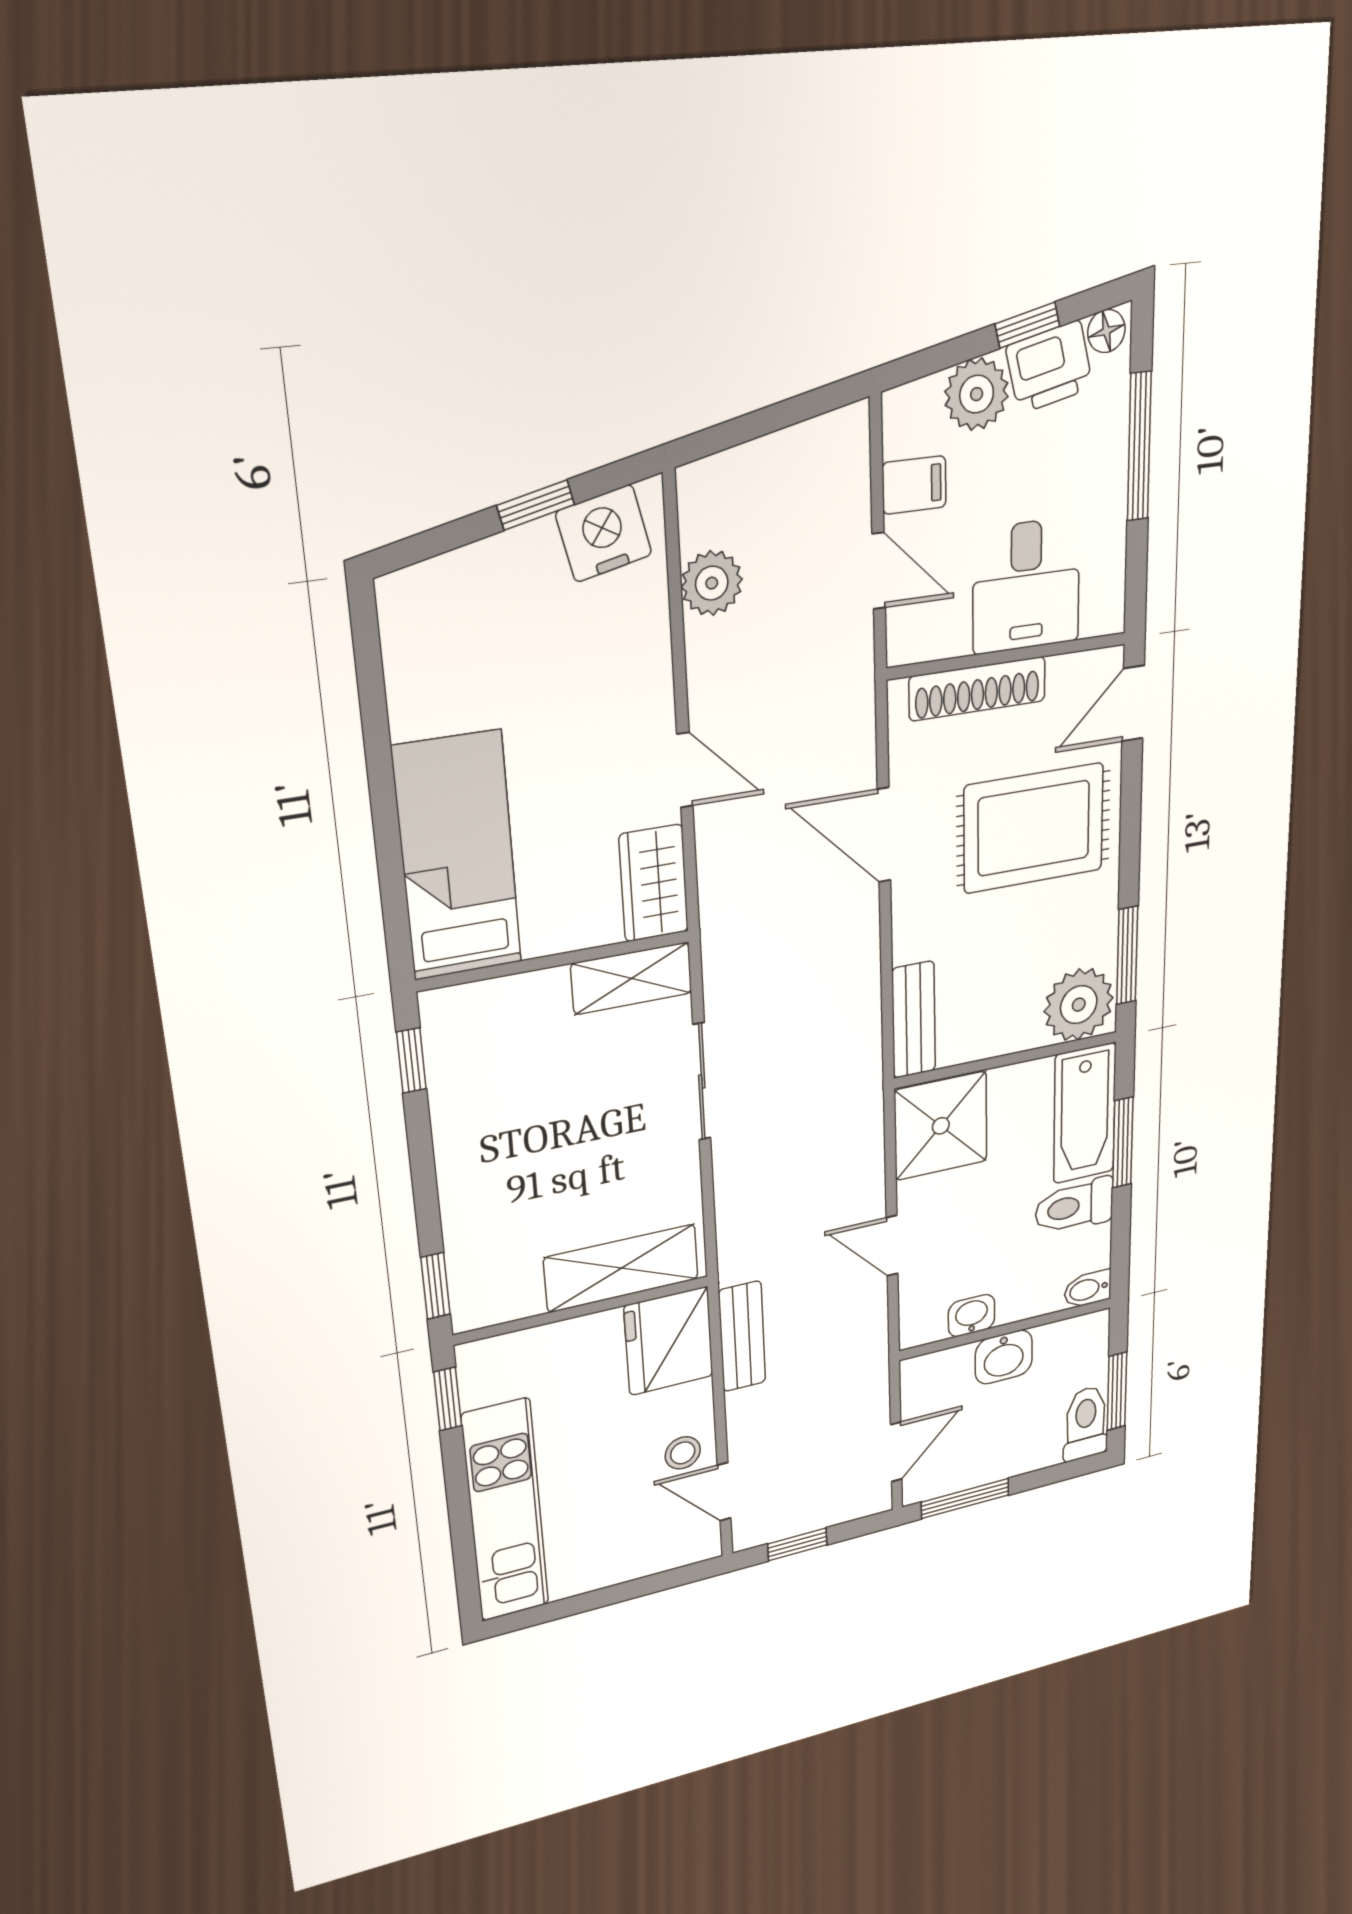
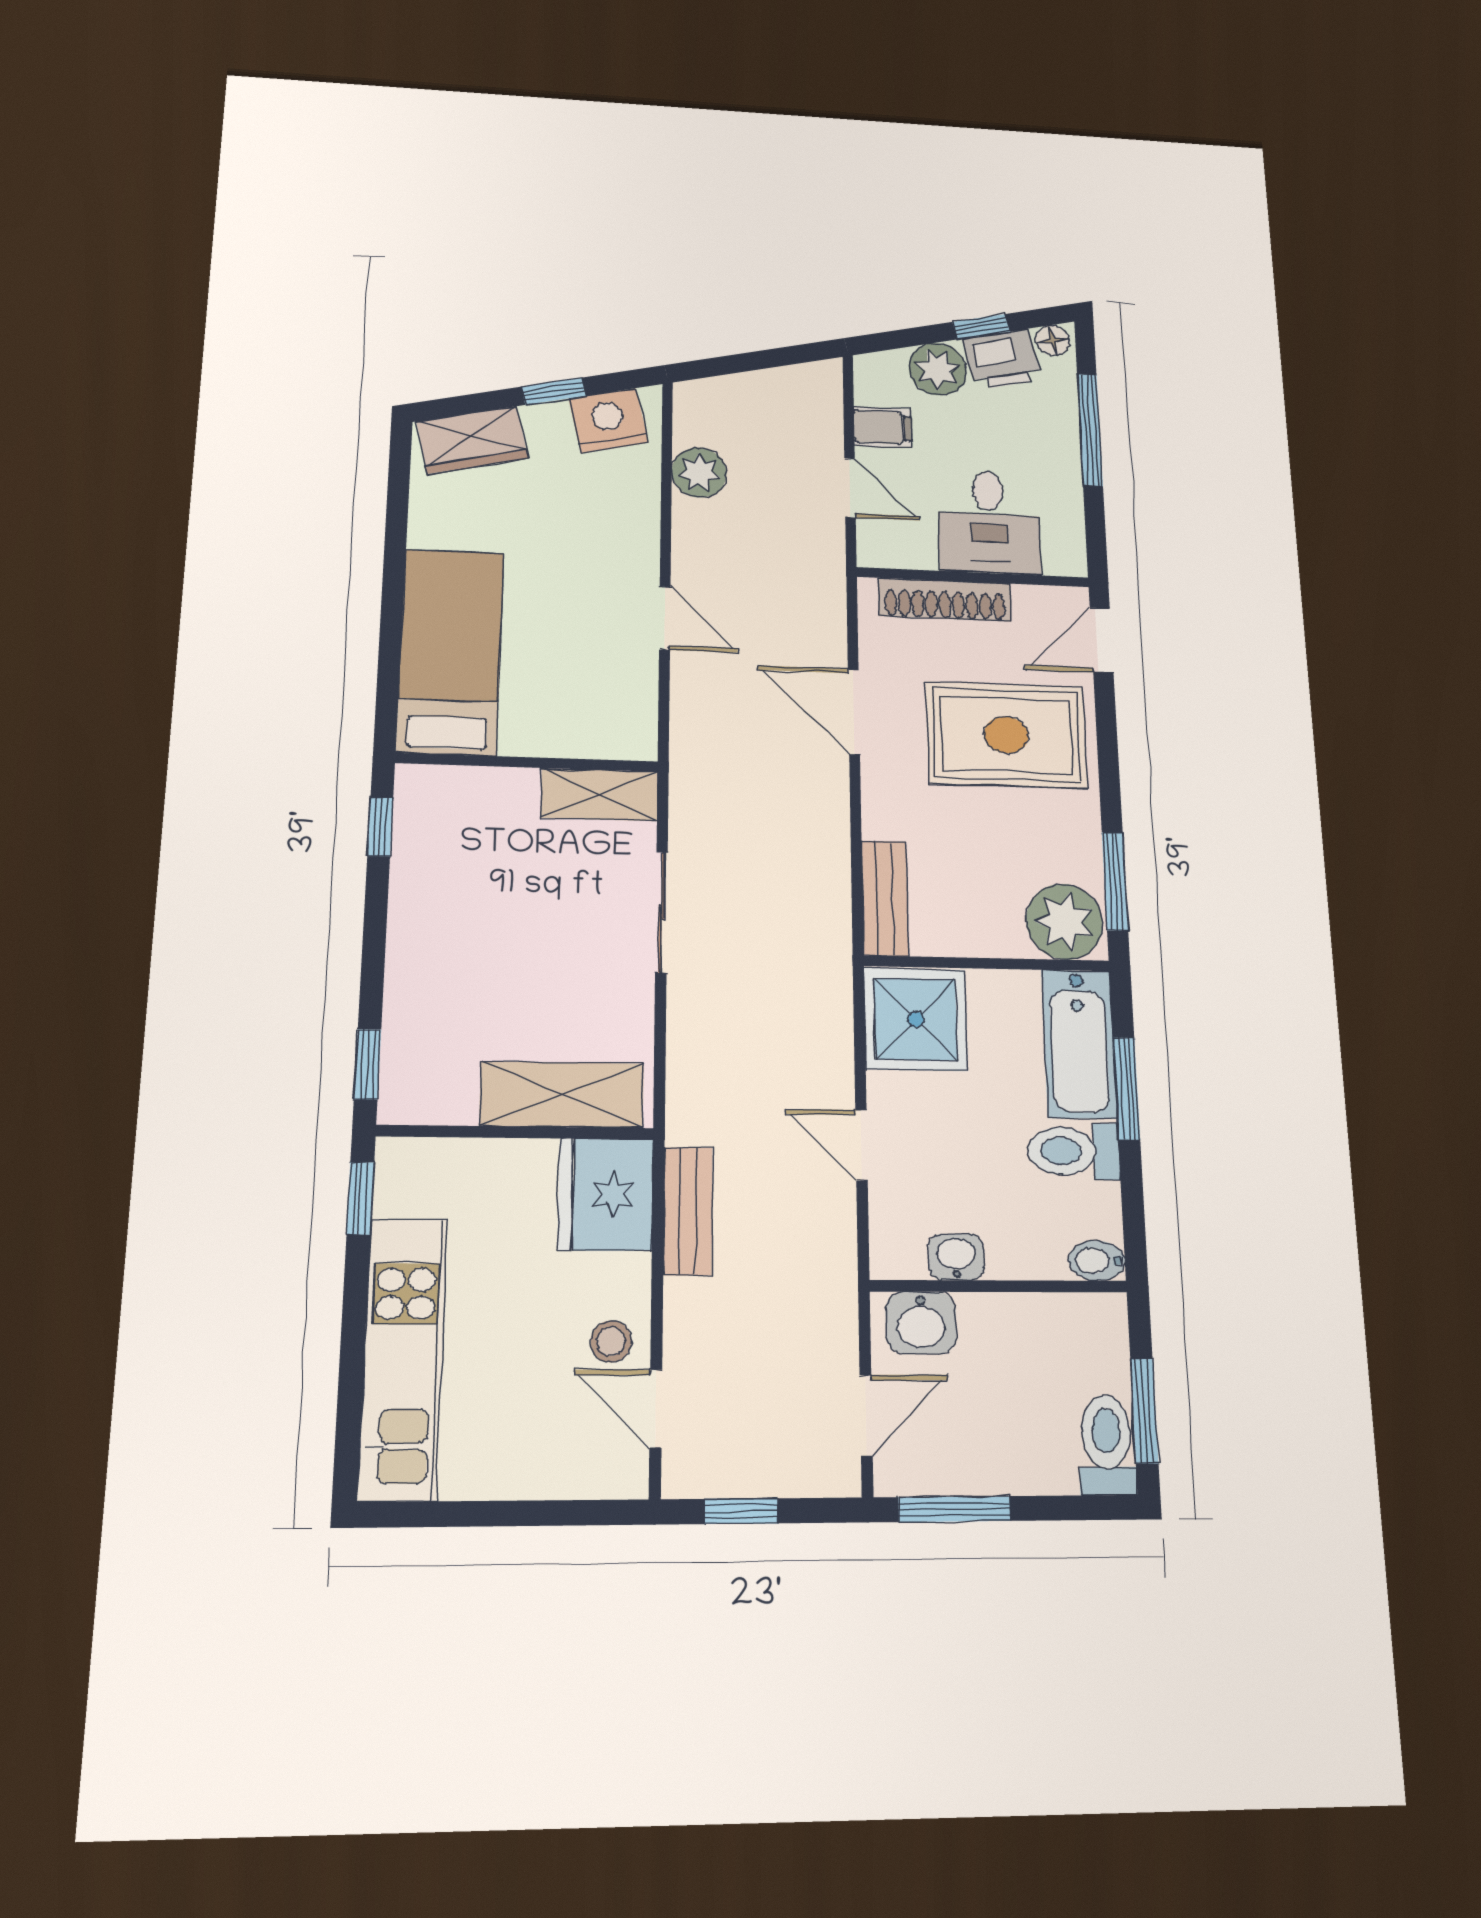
wardrobe: (654, 883) -> (472, 440), moved, turned -103
washbasin: (1004, 1357) -> (921, 1323), moved

